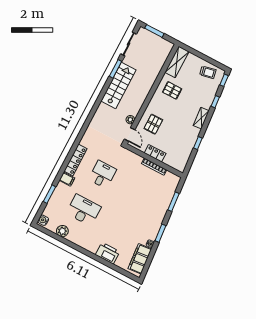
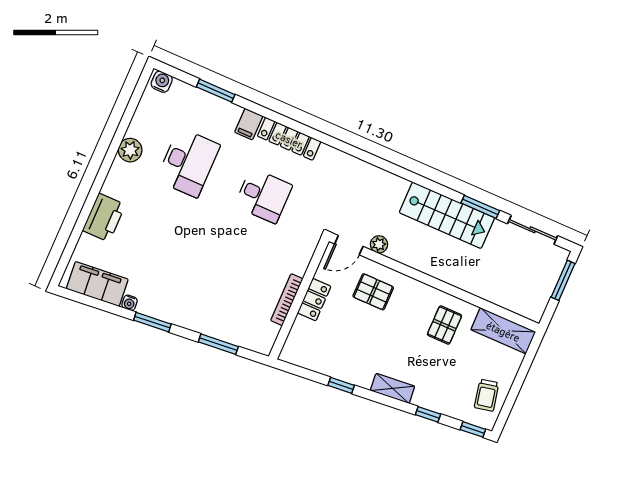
plant: (62, 231) -> (130, 150), moved

